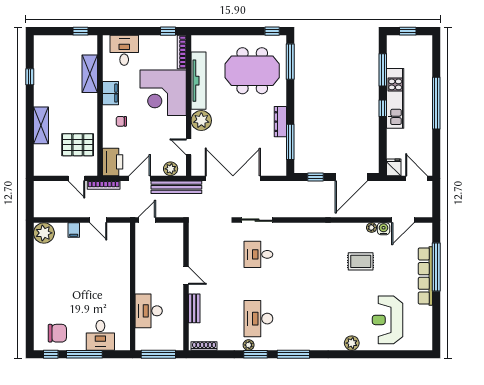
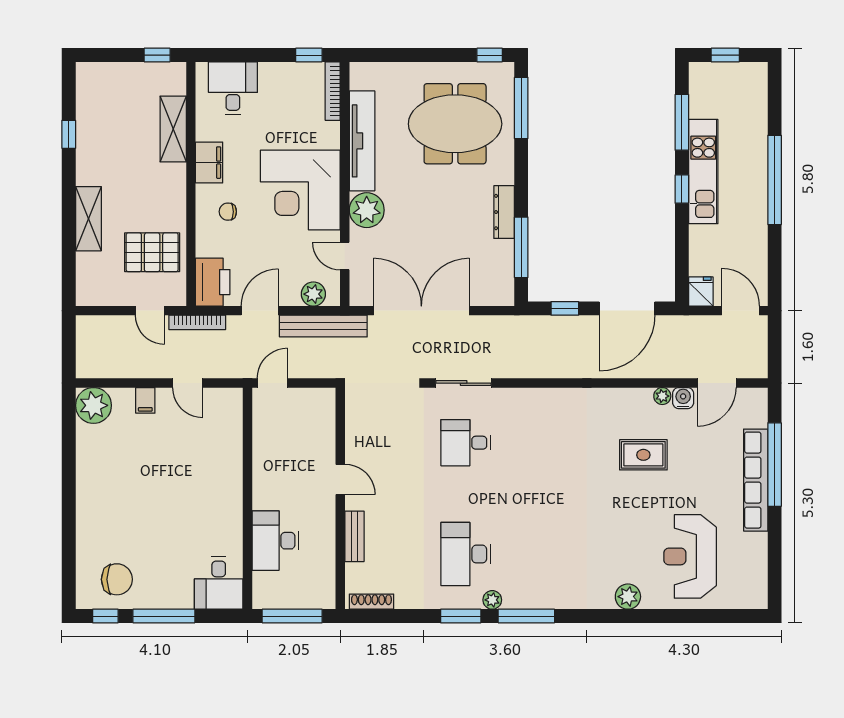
corner desk: (163, 93) -> (300, 190), moved
desk: (100, 335) -> (219, 583), moved
plant: (249, 345) -> (492, 600), moved

